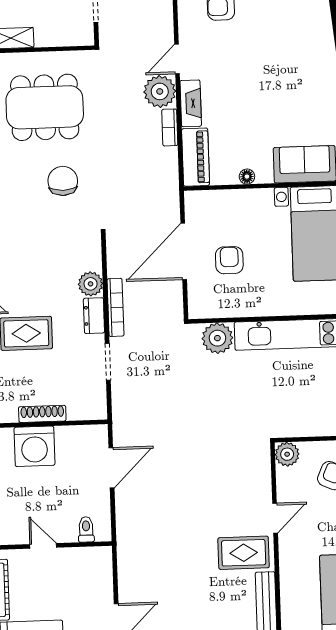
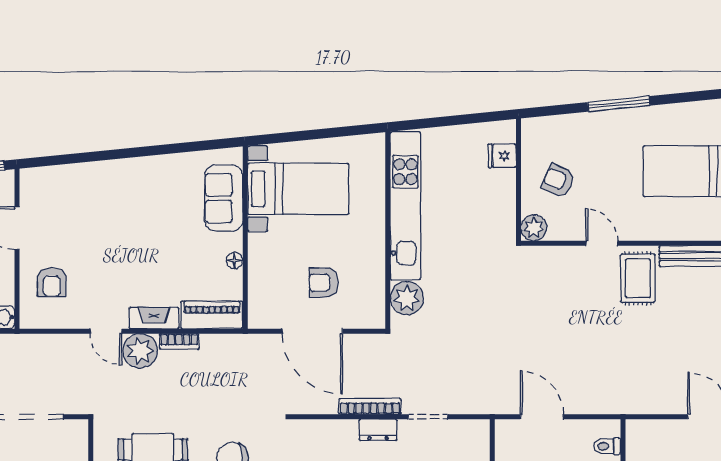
plant: (91, 284) -> (344, 432), removed

